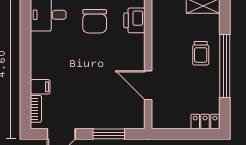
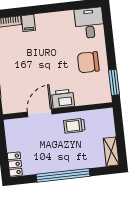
printer: (134, 20) -> (63, 99), moved
trolley: (201, 53) -> (74, 126), moved

